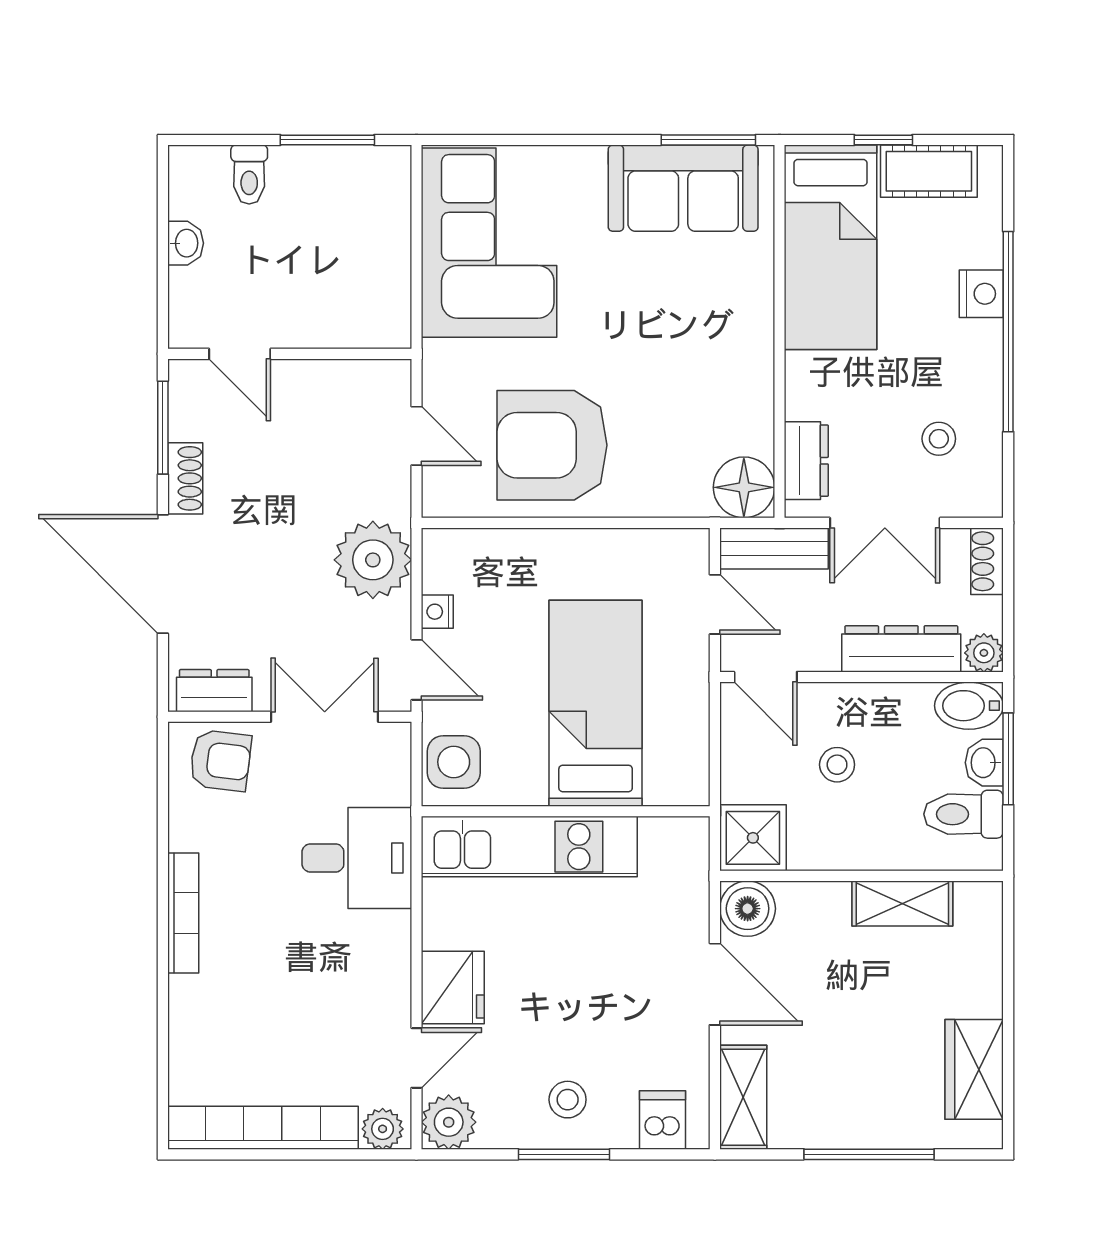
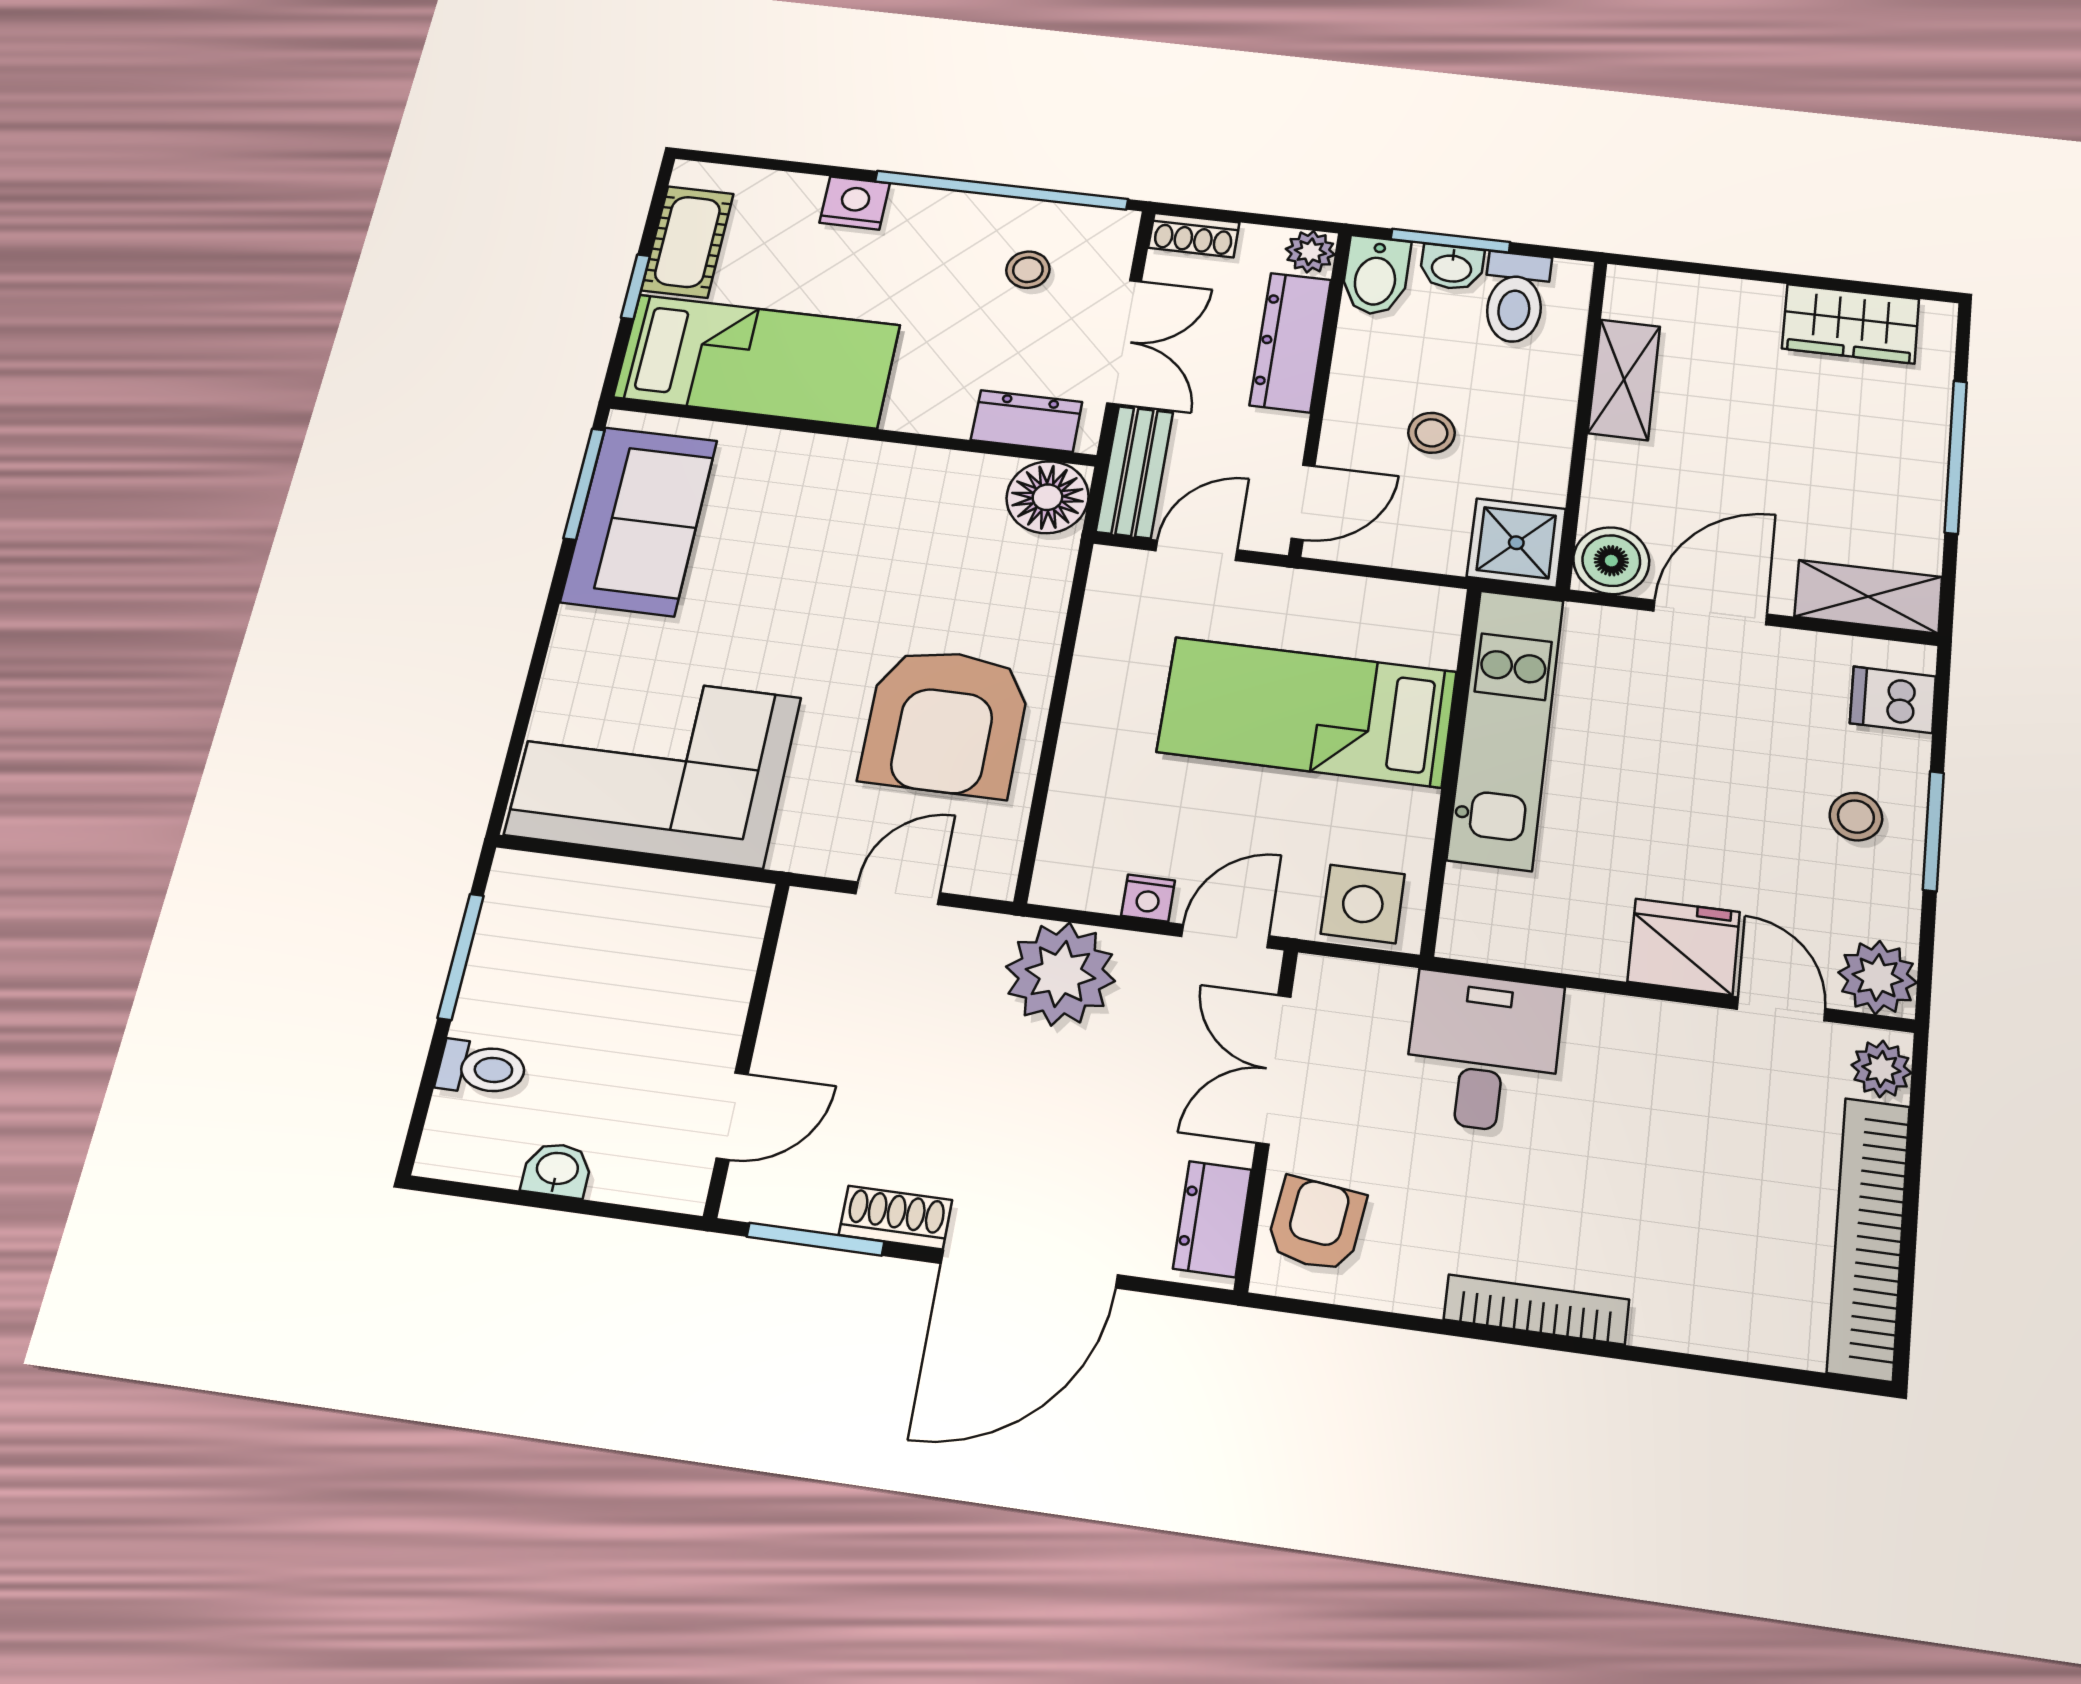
window: (1008, 332) -> (1001, 190), moved
kitchen unit: (529, 847) -> (1506, 728), moved

